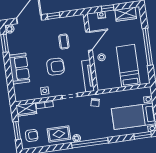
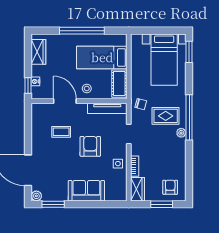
window: (108, 8) -> (28, 85), moved
window: (54, 16) -> (28, 140), removed
cot: (109, 83) -> (119, 84), added
rug: (59, 134) -> (166, 116), moved, turned 90

